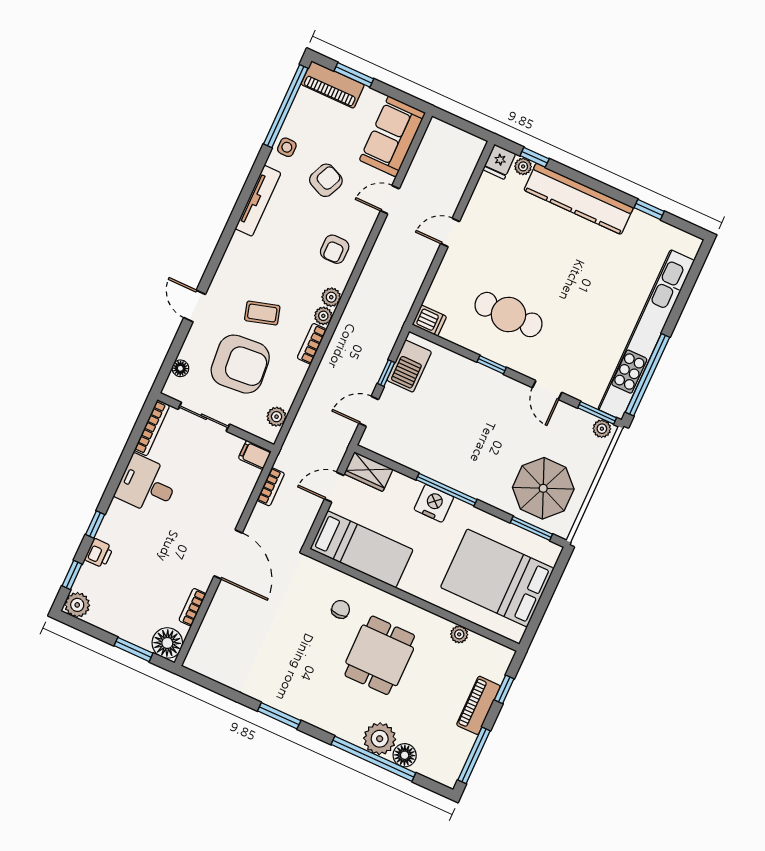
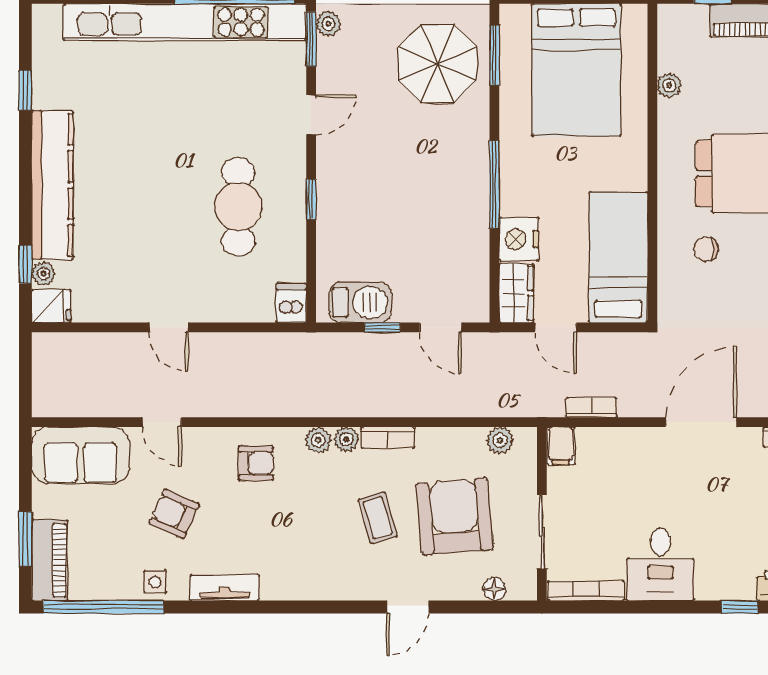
tv unit: (258, 201) -> (225, 587), width x0.71
nightstand: (434, 503) -> (519, 239), moved

